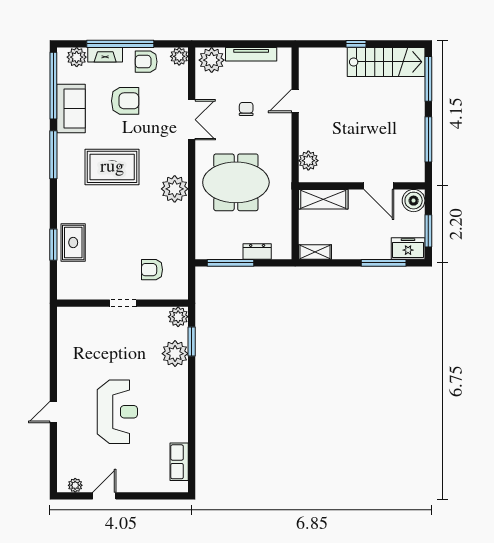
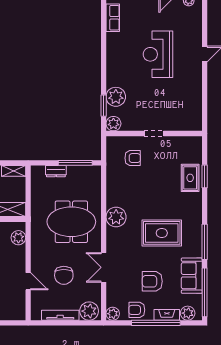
armchair: (146, 62) -> (137, 310), turned 180
door: (295, 101) -> (28, 281), hinge flipped
chair: (246, 109) -> (64, 275), width x1.87, depth x1.87

